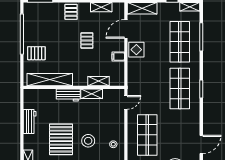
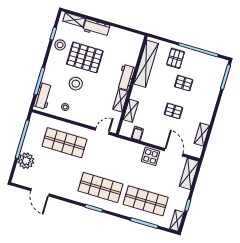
pallet: (71, 12) -> (184, 83), moved
filing cabinet: (118, 57) -> (137, 134), moved
door: (126, 102) -> (102, 131), swing flipped
workbench: (30, 122) -> (96, 28), moved

